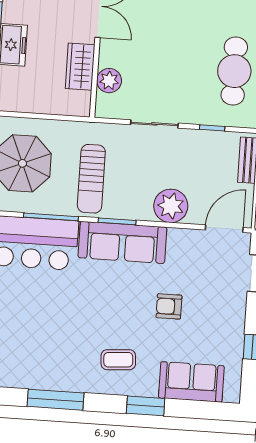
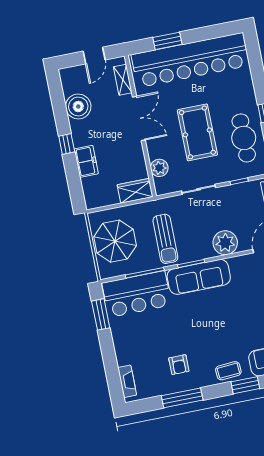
pool table: (174, 47) -> (197, 132), added
wardrobe: (80, 67) -> (135, 191), moved, turned 90
armchair: (169, 306) -> (179, 365), moved, turned -90
coffee table: (118, 360) -> (228, 371), moved

